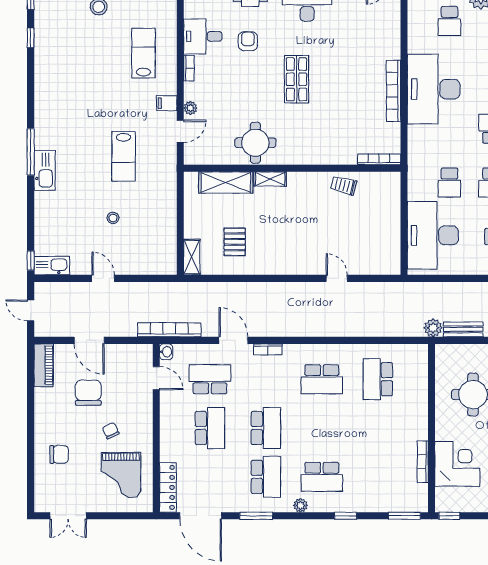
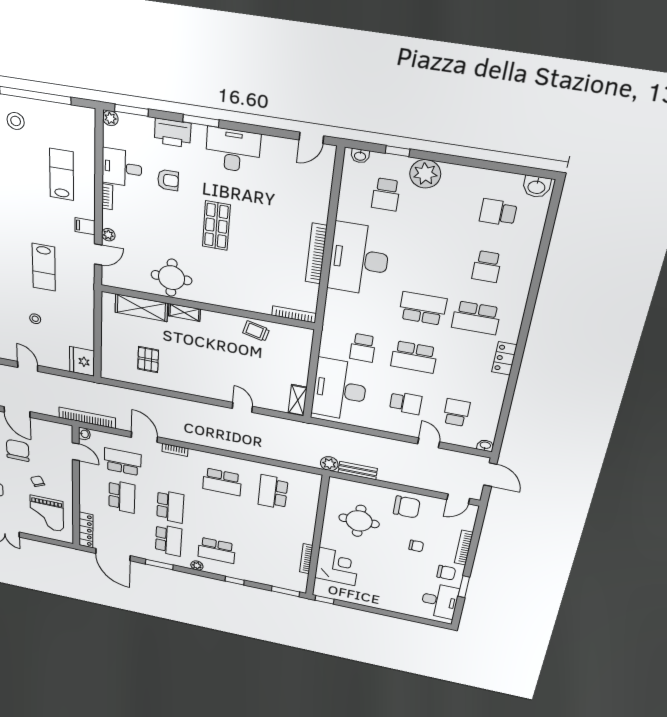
armchair: (248, 41) -> (168, 180), turned 90
shelving: (192, 257) -> (298, 400), moved
fridge: (164, 259) -> (82, 361), added

